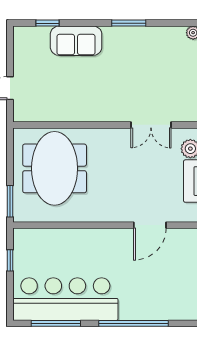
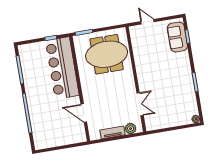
sofa: (76, 41) -> (177, 37), moved
double door: (151, 125) -> (140, 104), swing flipped
bar counter: (65, 299) -> (62, 68), moved, turned 180

